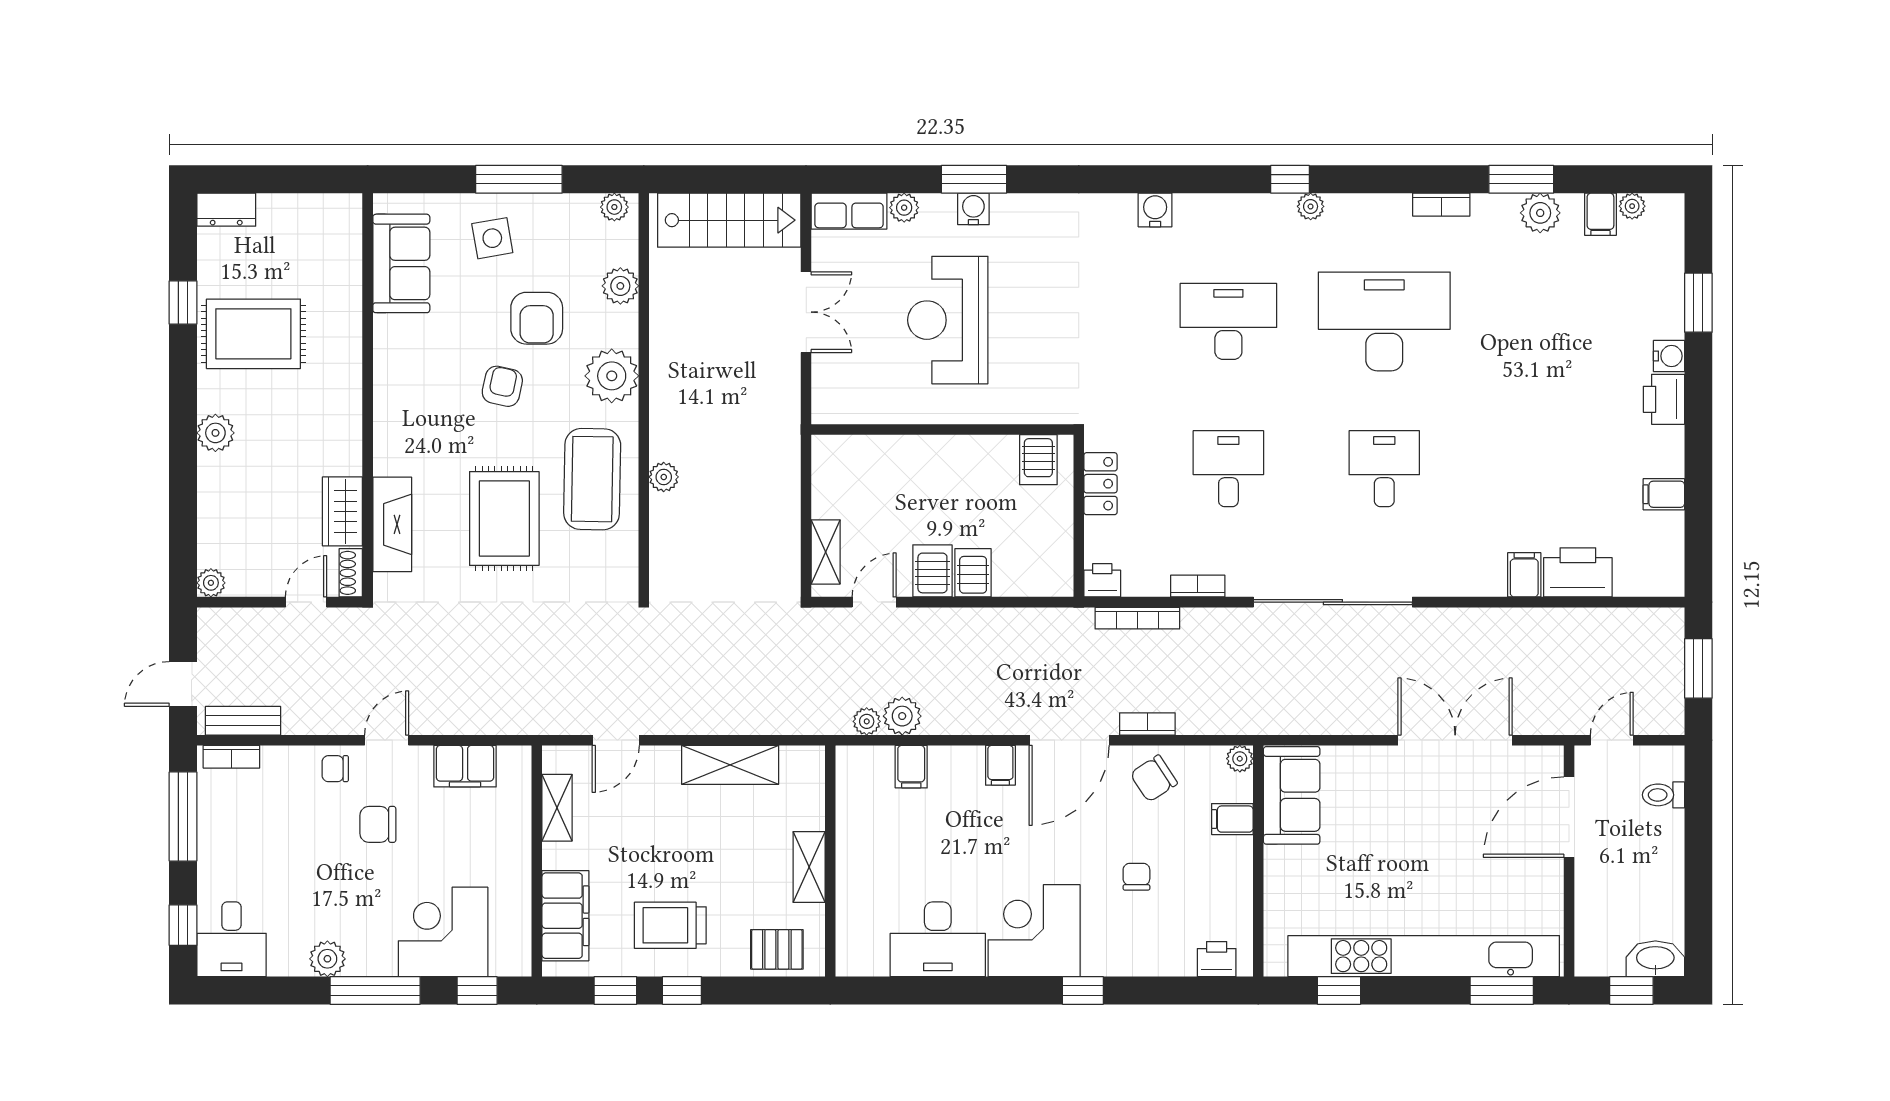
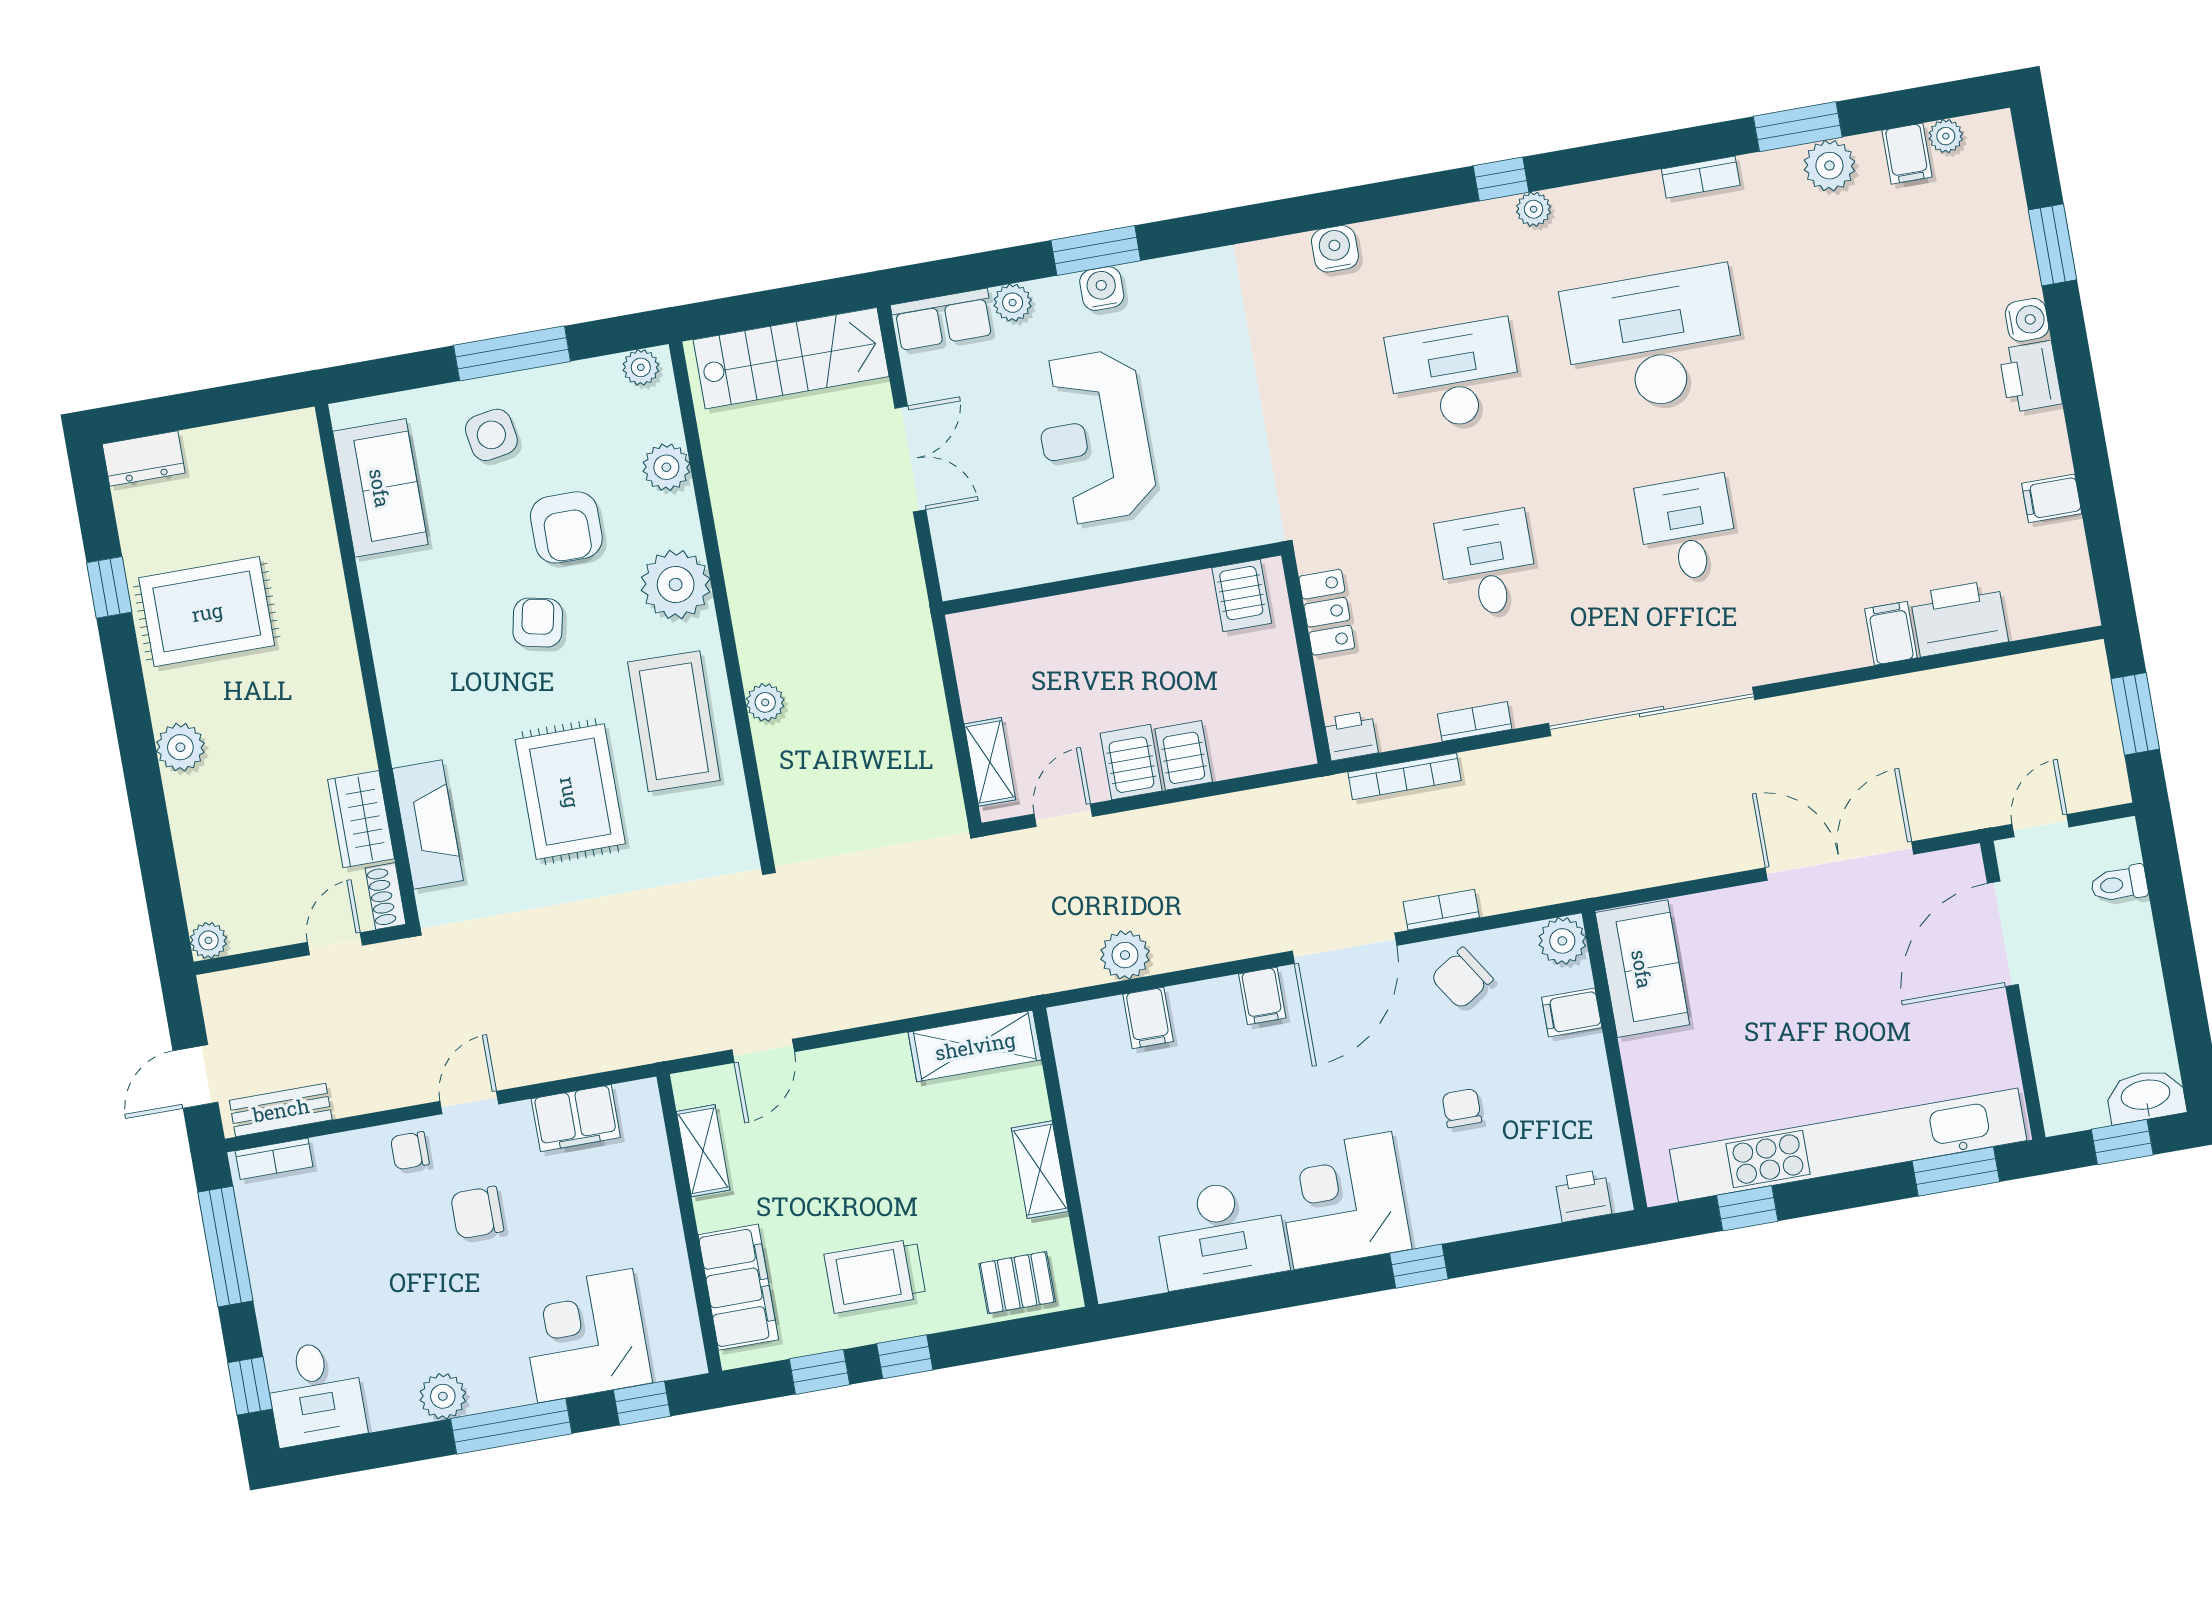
plant: (867, 721) -> (1081, 970), removed
plant: (1240, 759) -> (1562, 941), width x1.38, depth x1.38
shelving: (730, 765) -> (975, 1046), moved

